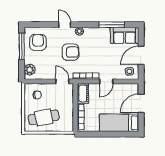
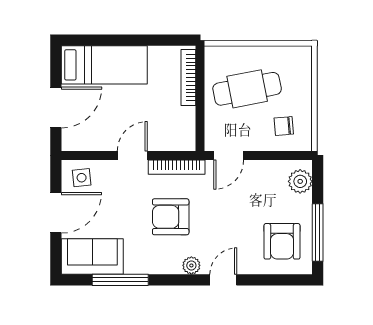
door: (65, 25) -> (223, 280), swing flipped
armchair: (71, 52) -> (171, 217), moved
door: (62, 81) -> (229, 156), hinge flipped
cot: (83, 93) -> (184, 129), removed
cafe table: (44, 117) -> (247, 89), moved

